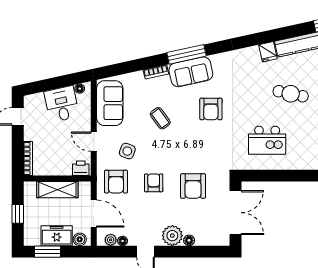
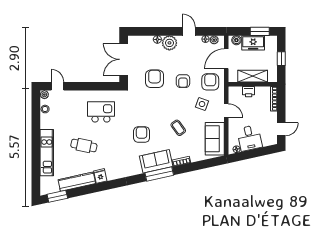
printer: (81, 168) -> (249, 92), moved
door: (94, 214) -> (226, 59), hinge flipped

